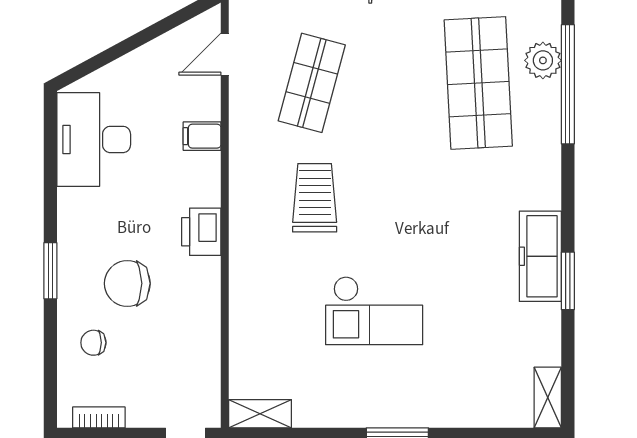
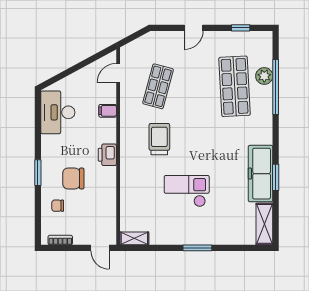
freezer: (540, 256) -> (261, 174), width x1.36, depth x1.26
checkout: (374, 311) -> (187, 191), turned 180
shelving: (548, 398) -> (264, 224), width x1.50, depth x1.33

